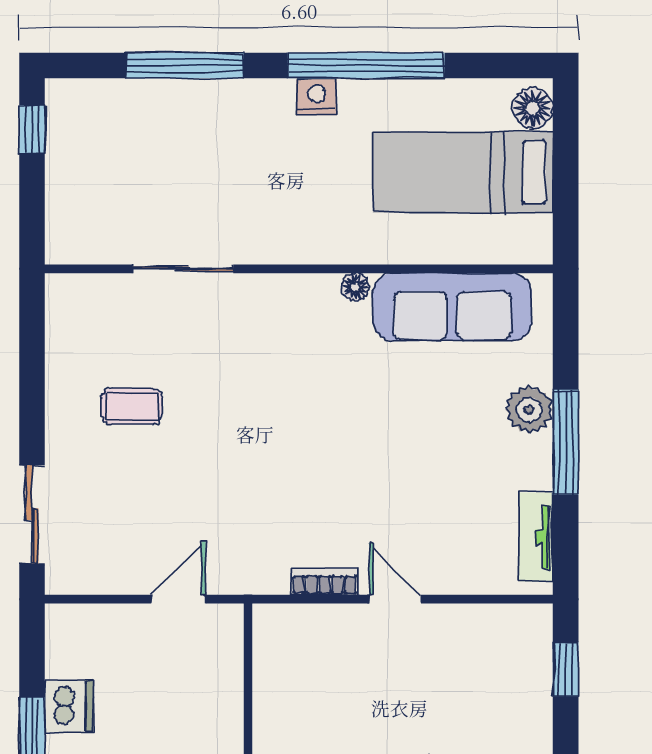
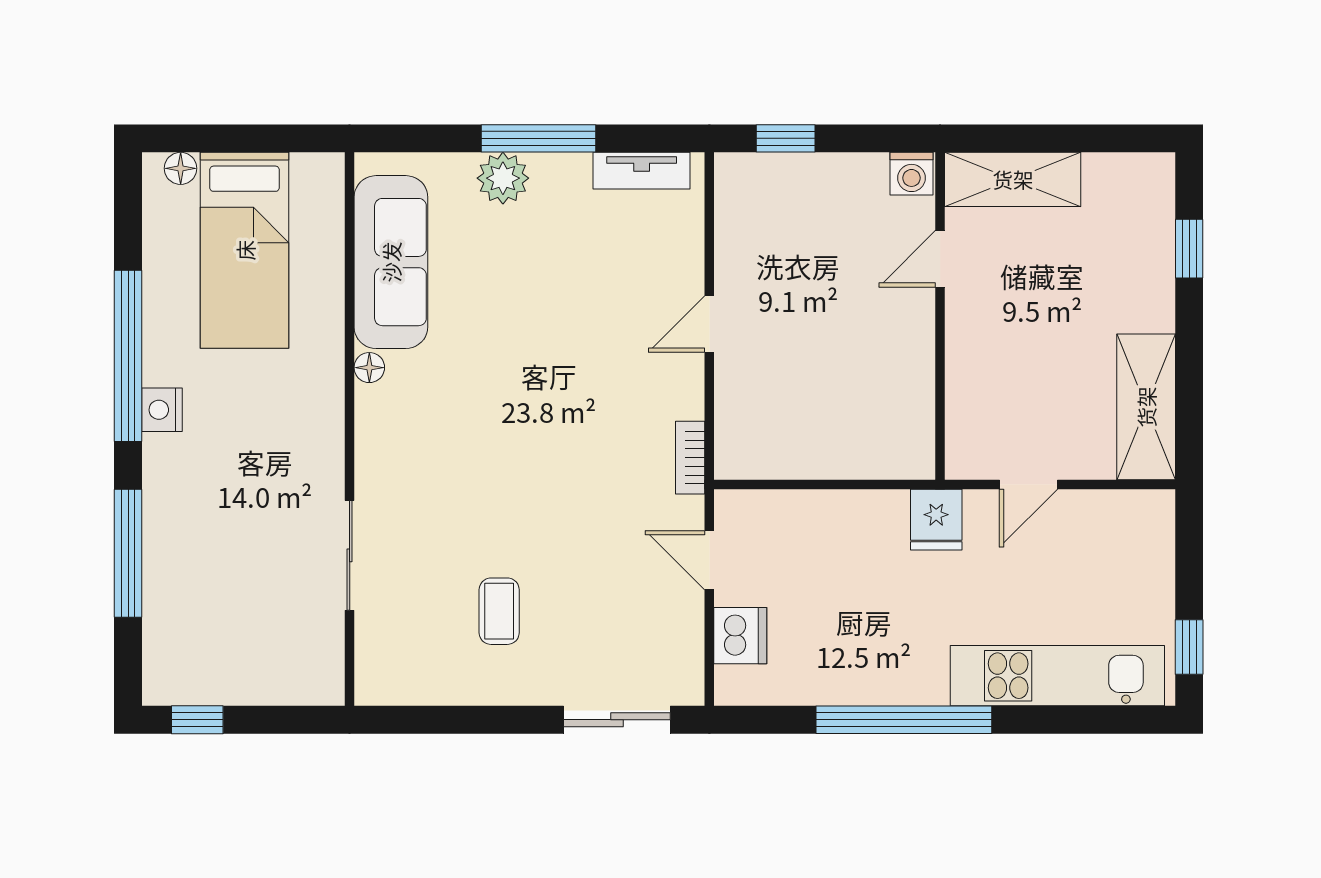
floor lamp: (533, 108) -> (181, 168), width x0.73, depth x0.73
bookcase: (325, 582) -> (690, 458), moved
dishwasher: (69, 706) -> (740, 636), moved, turned 90

